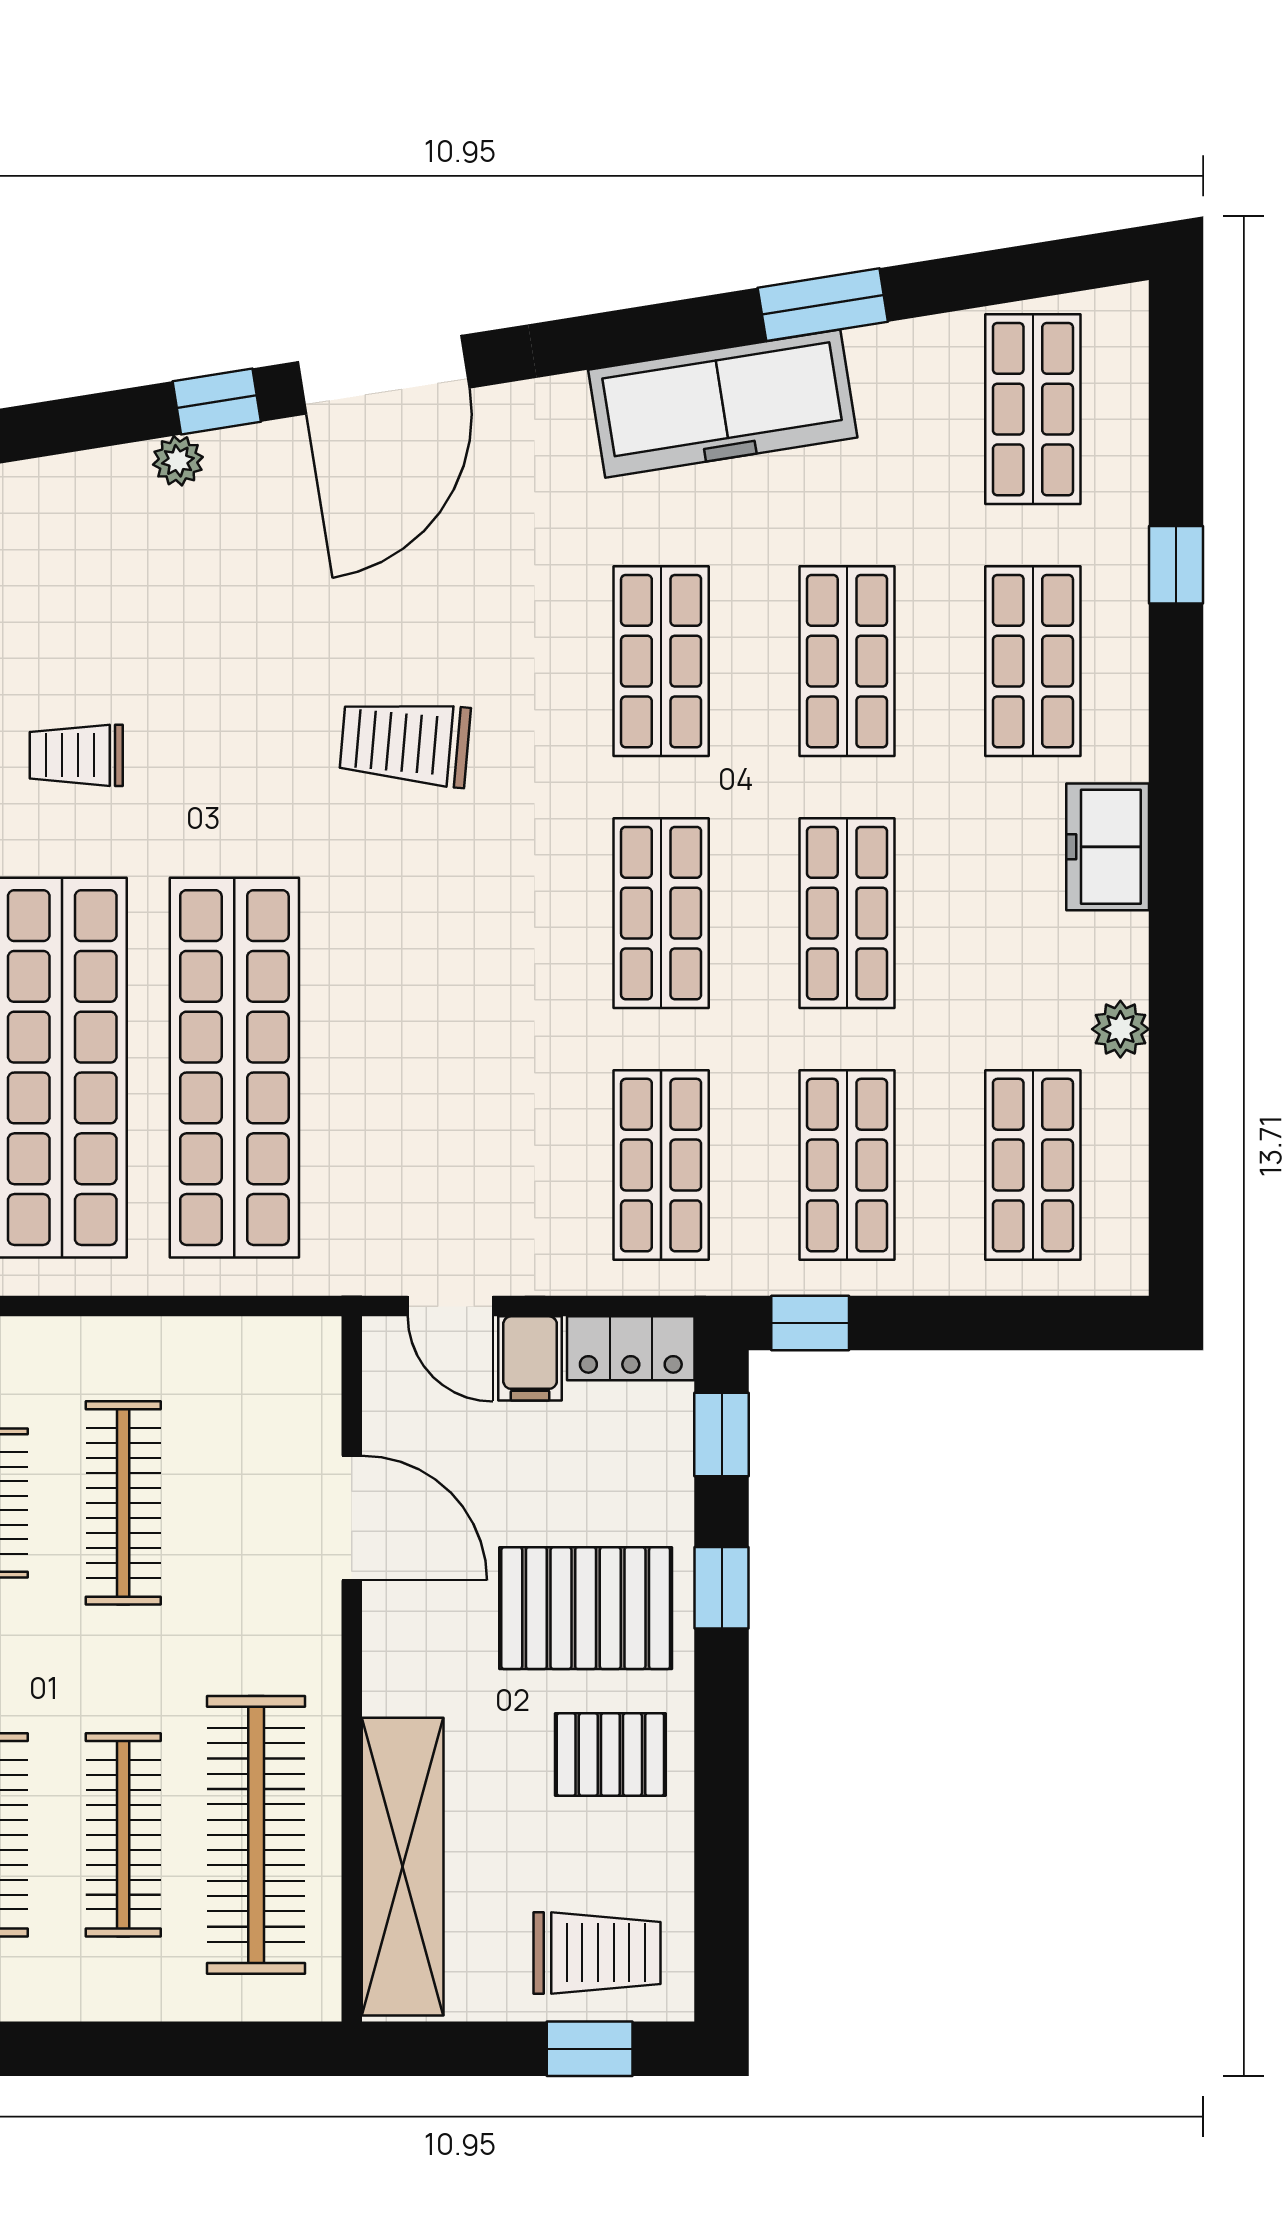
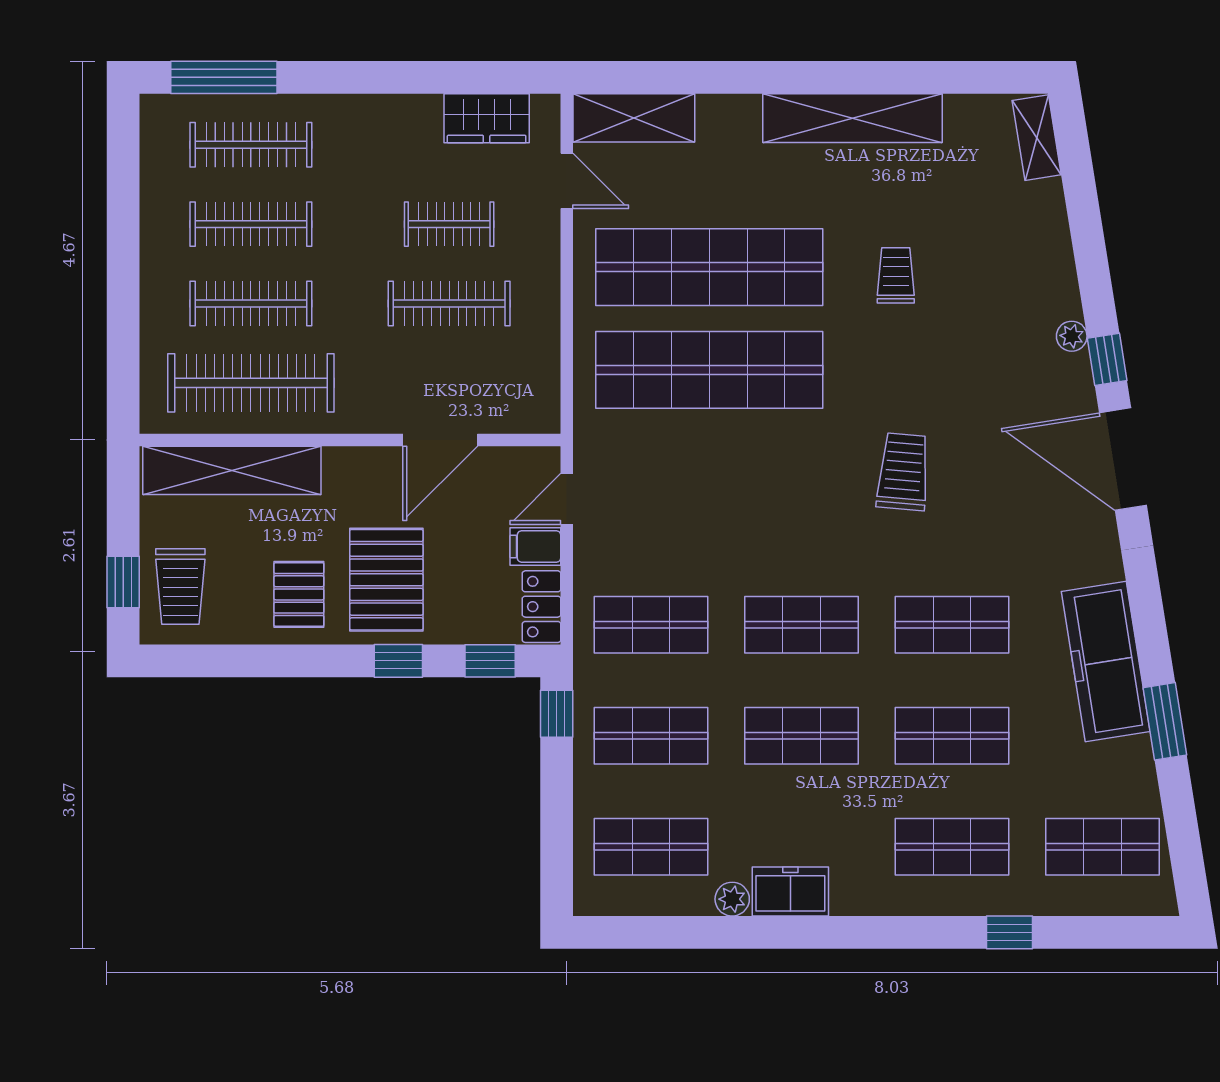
freezer: (1108, 847) -> (790, 891), moved

